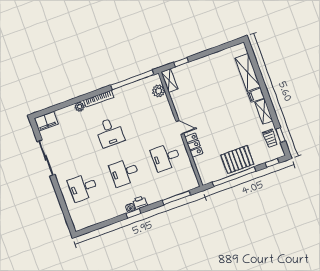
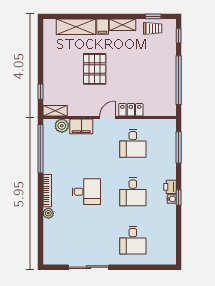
filing cabinet: (46, 121) -> (81, 126), moved, turned 90
pallet: (237, 160) -> (95, 69), moved

